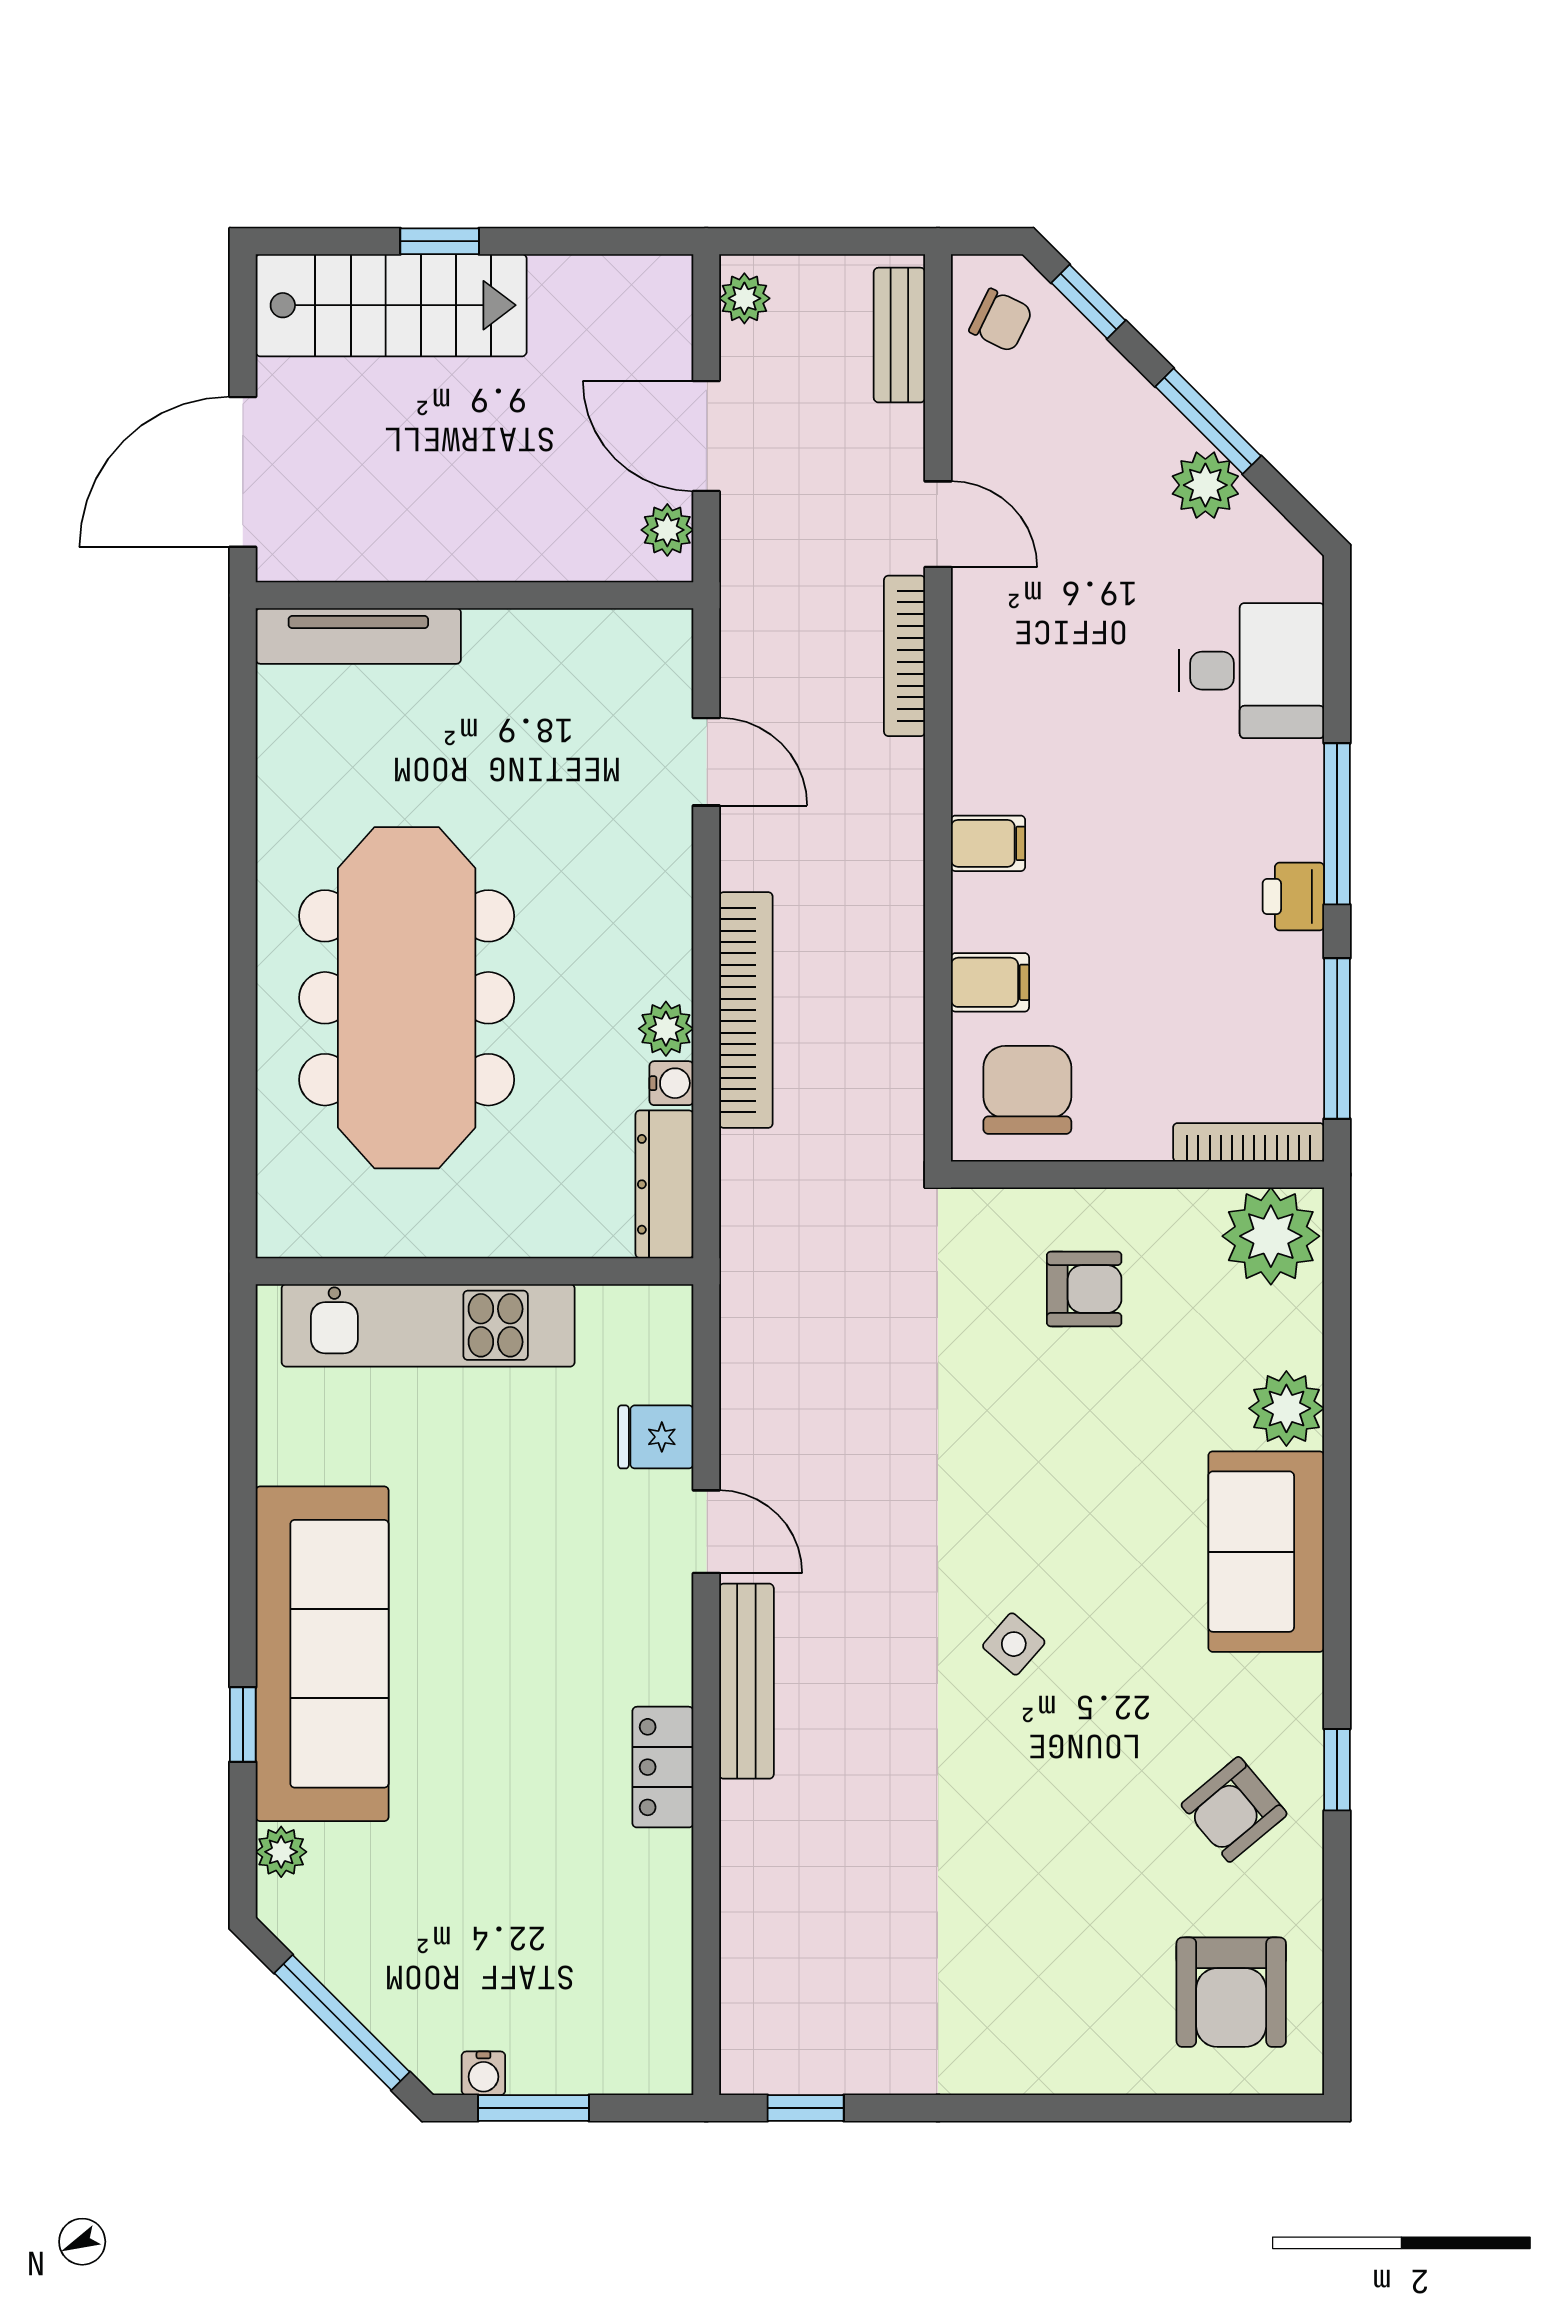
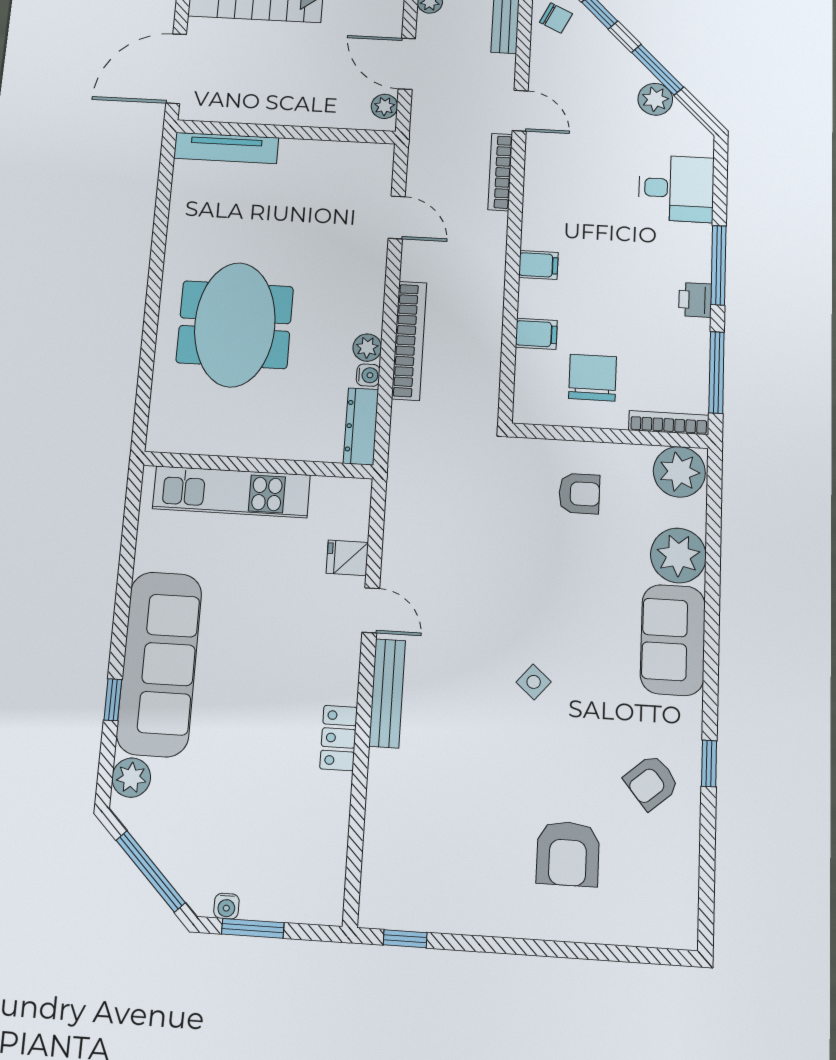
meeting table: (407, 998) -> (235, 325), width x0.73
chair: (1027, 1090) -> (593, 378), moved
plant: (1286, 1408) -> (678, 555), width x1.36, depth x1.36
plant: (281, 1852) -> (131, 778), width x1.38, depth x1.38
armchair: (1231, 1992) -> (568, 854), moved

